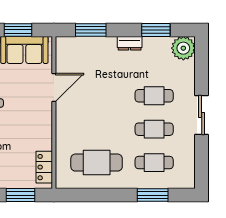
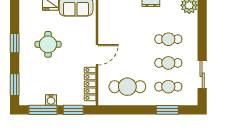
door: (54, 88) -> (97, 55), moved
sliding door: (202, 115) -> (202, 75), moved
locker: (44, 167) -> (90, 84), width x1.53

